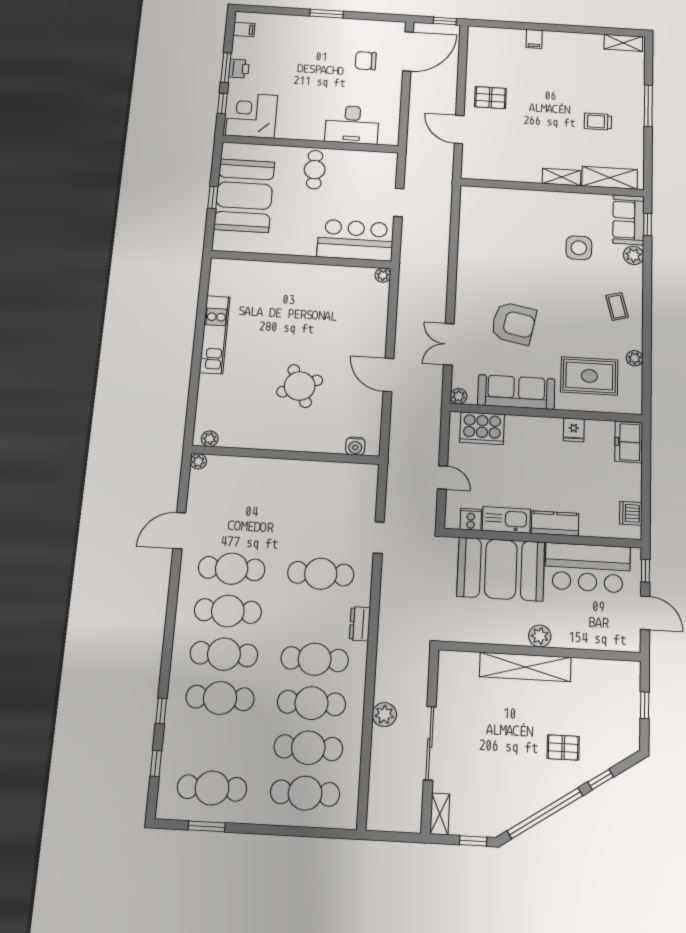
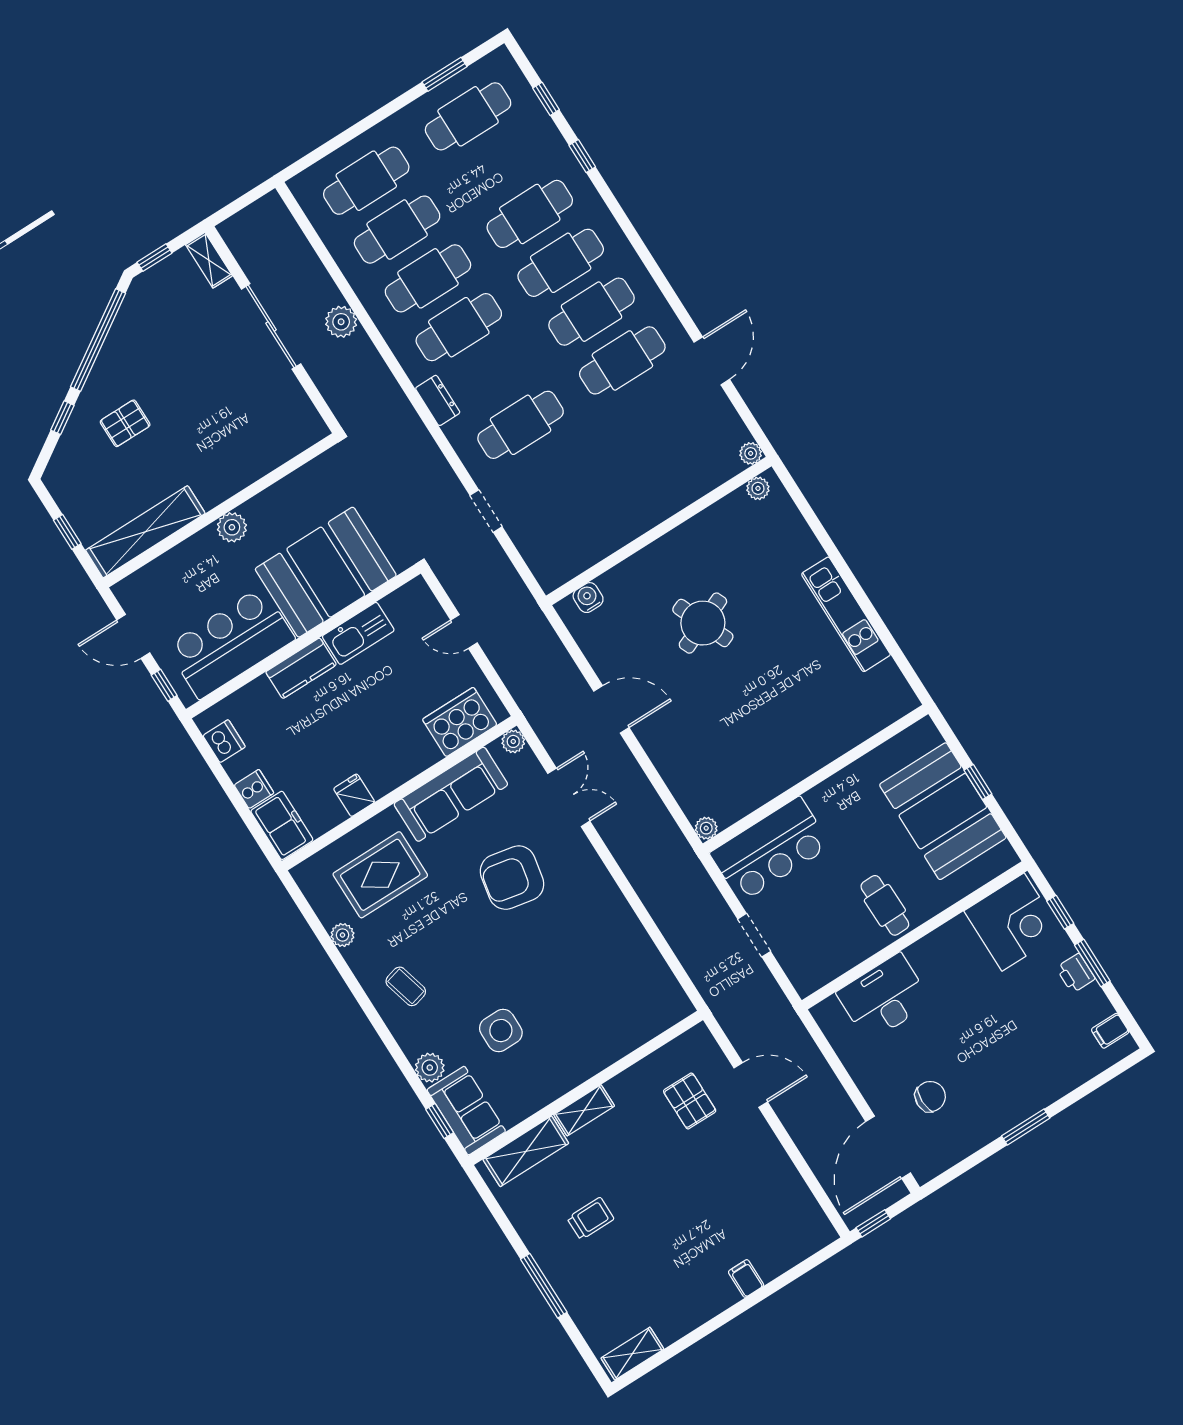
pallet: (490, 98) -> (690, 1101), moved, turned 90
cooker: (471, 519) -> (254, 789), moved, turned -90
shelving: (525, 667) -> (145, 532), moved

